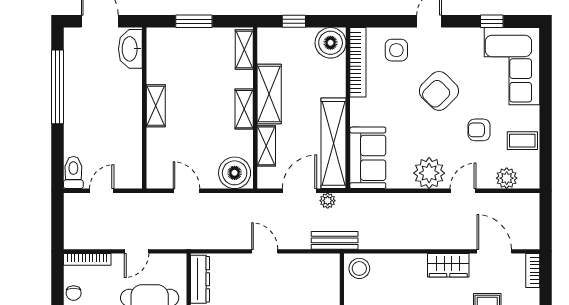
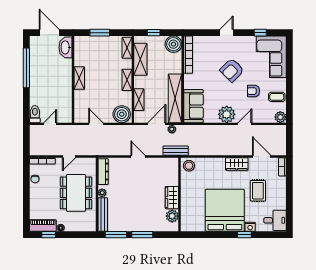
side table: (396, 50) -> (209, 48), removed
shelving: (269, 94) -> (140, 59), moved
plant: (507, 178) -> (280, 117), moved

